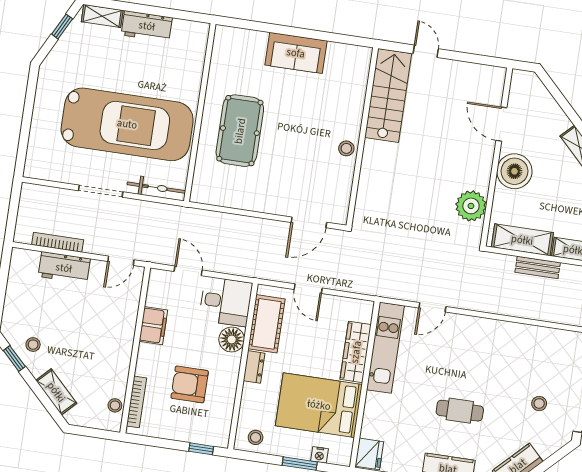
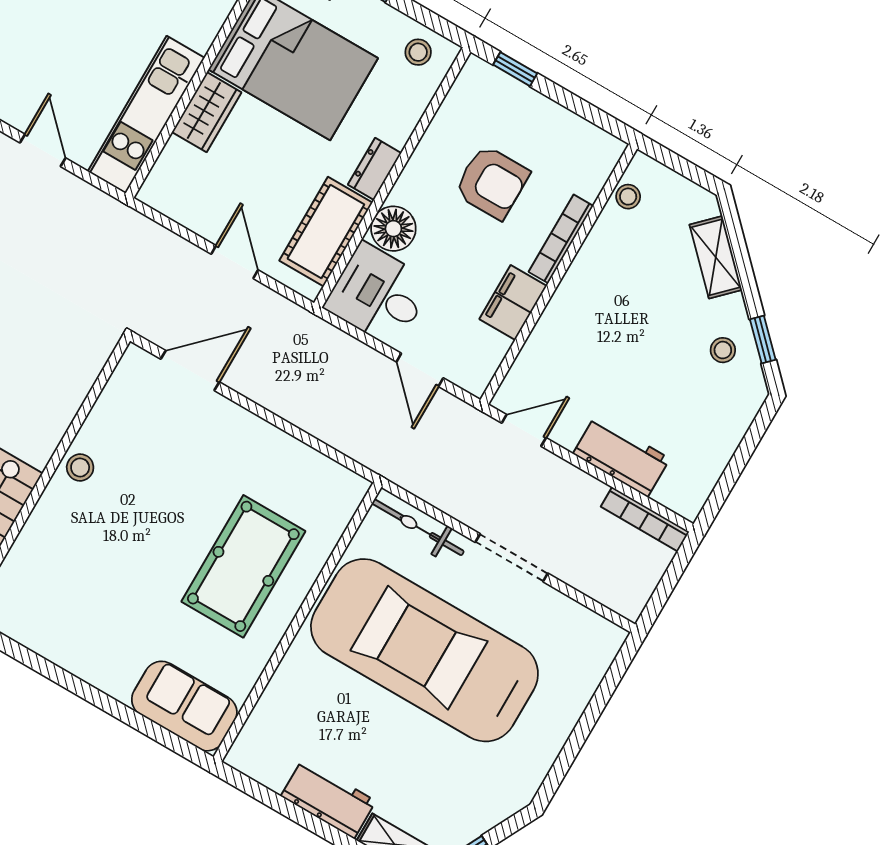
sofa: (296, 53) -> (184, 706), moved
bookcase: (58, 242) -> (645, 519), moved
door: (432, 307) -> (43, 150), hinge flipped
wardrobe: (356, 352) -> (207, 112), width x0.67
bookcase: (137, 402) -> (561, 239), moved

